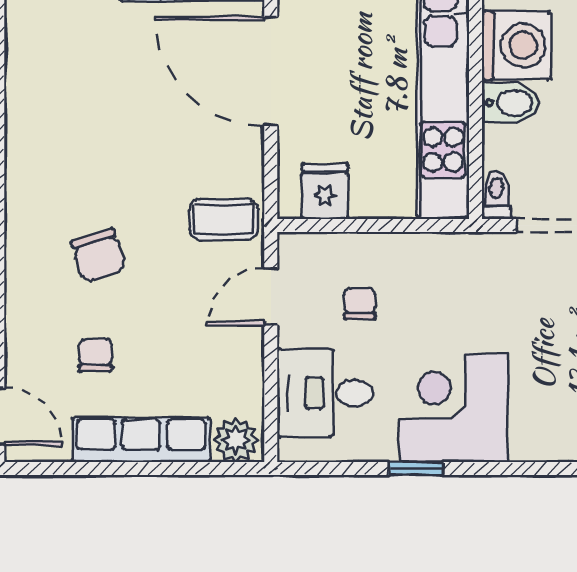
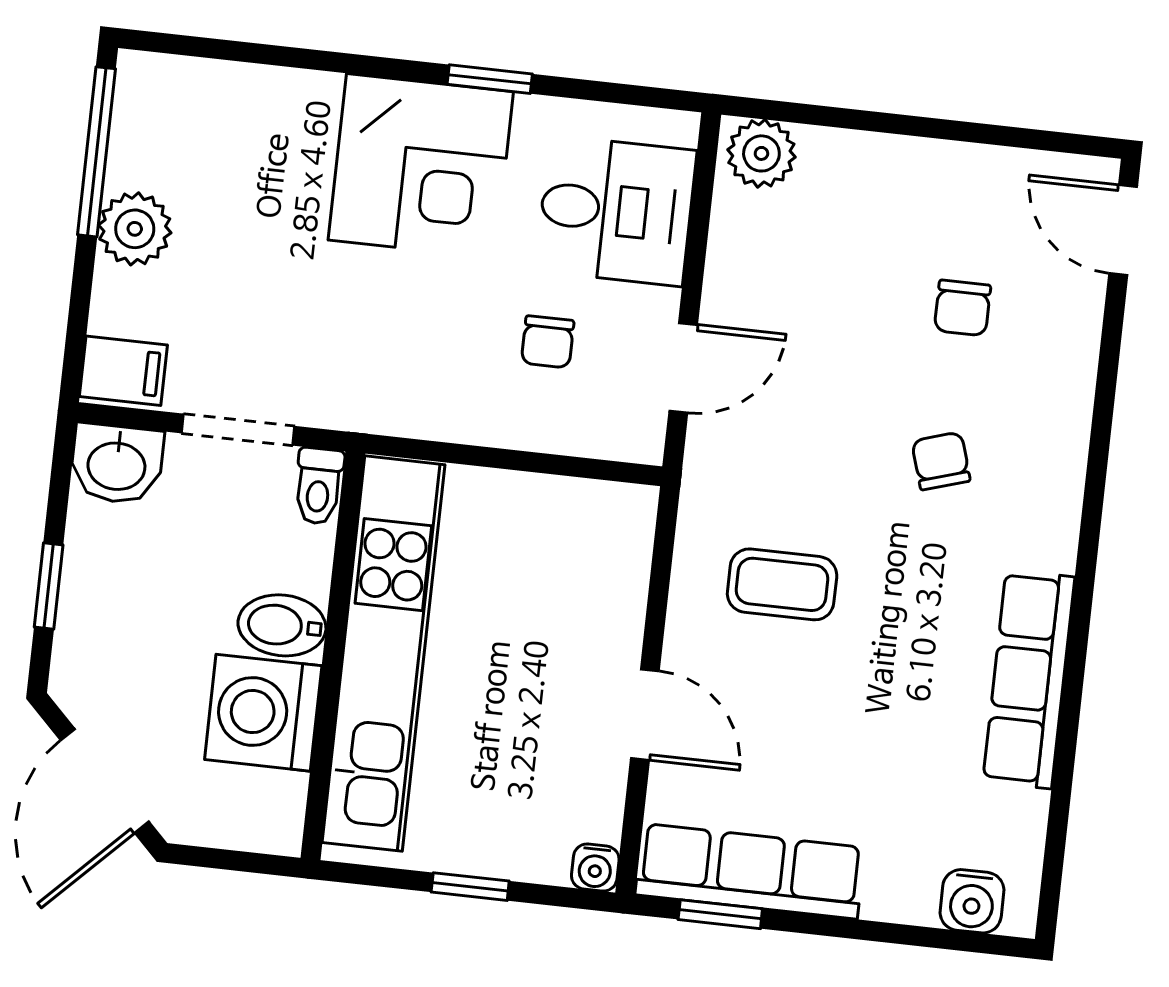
door: (271, 71) -> (645, 715), width x0.53
fridge: (325, 191) -> (582, 521), removed
coffee table: (224, 219) -> (782, 584), moved
chair: (98, 255) -> (941, 461), width x0.73, depth x0.73
row of seats: (141, 440) -> (1029, 679), moved, turned 90

